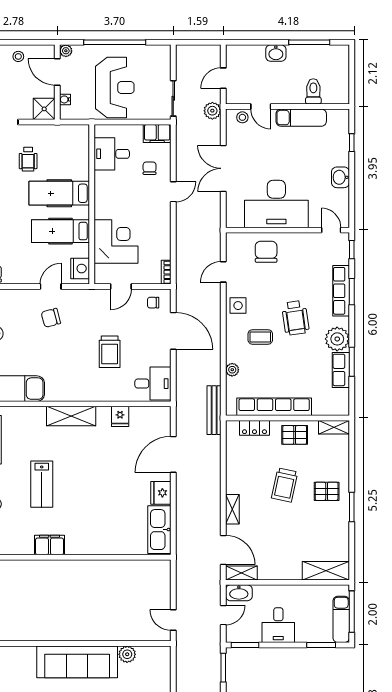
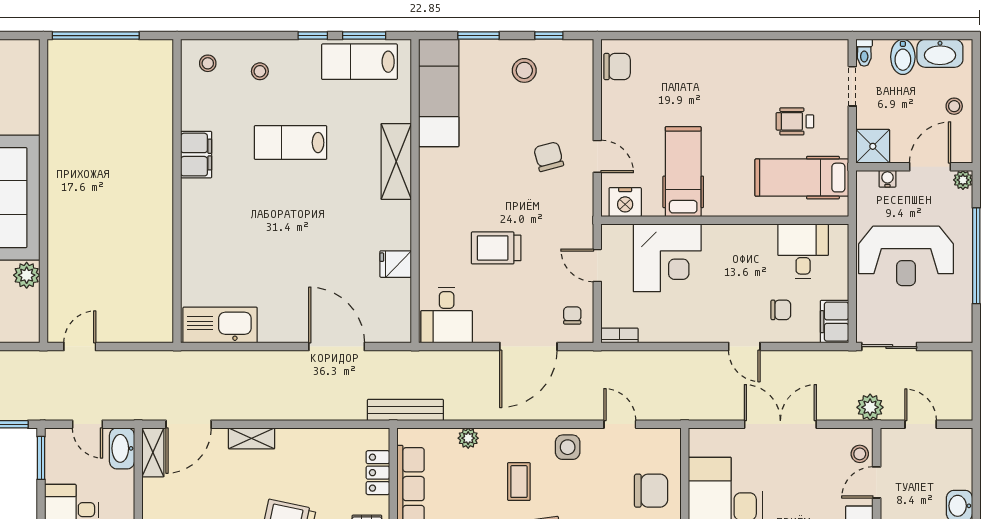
hospital bed: (59, 193) -> (802, 178), moved, turned -90
shelving: (71, 416) -> (396, 162), moved
fridge: (161, 493) -> (277, 327), removed

